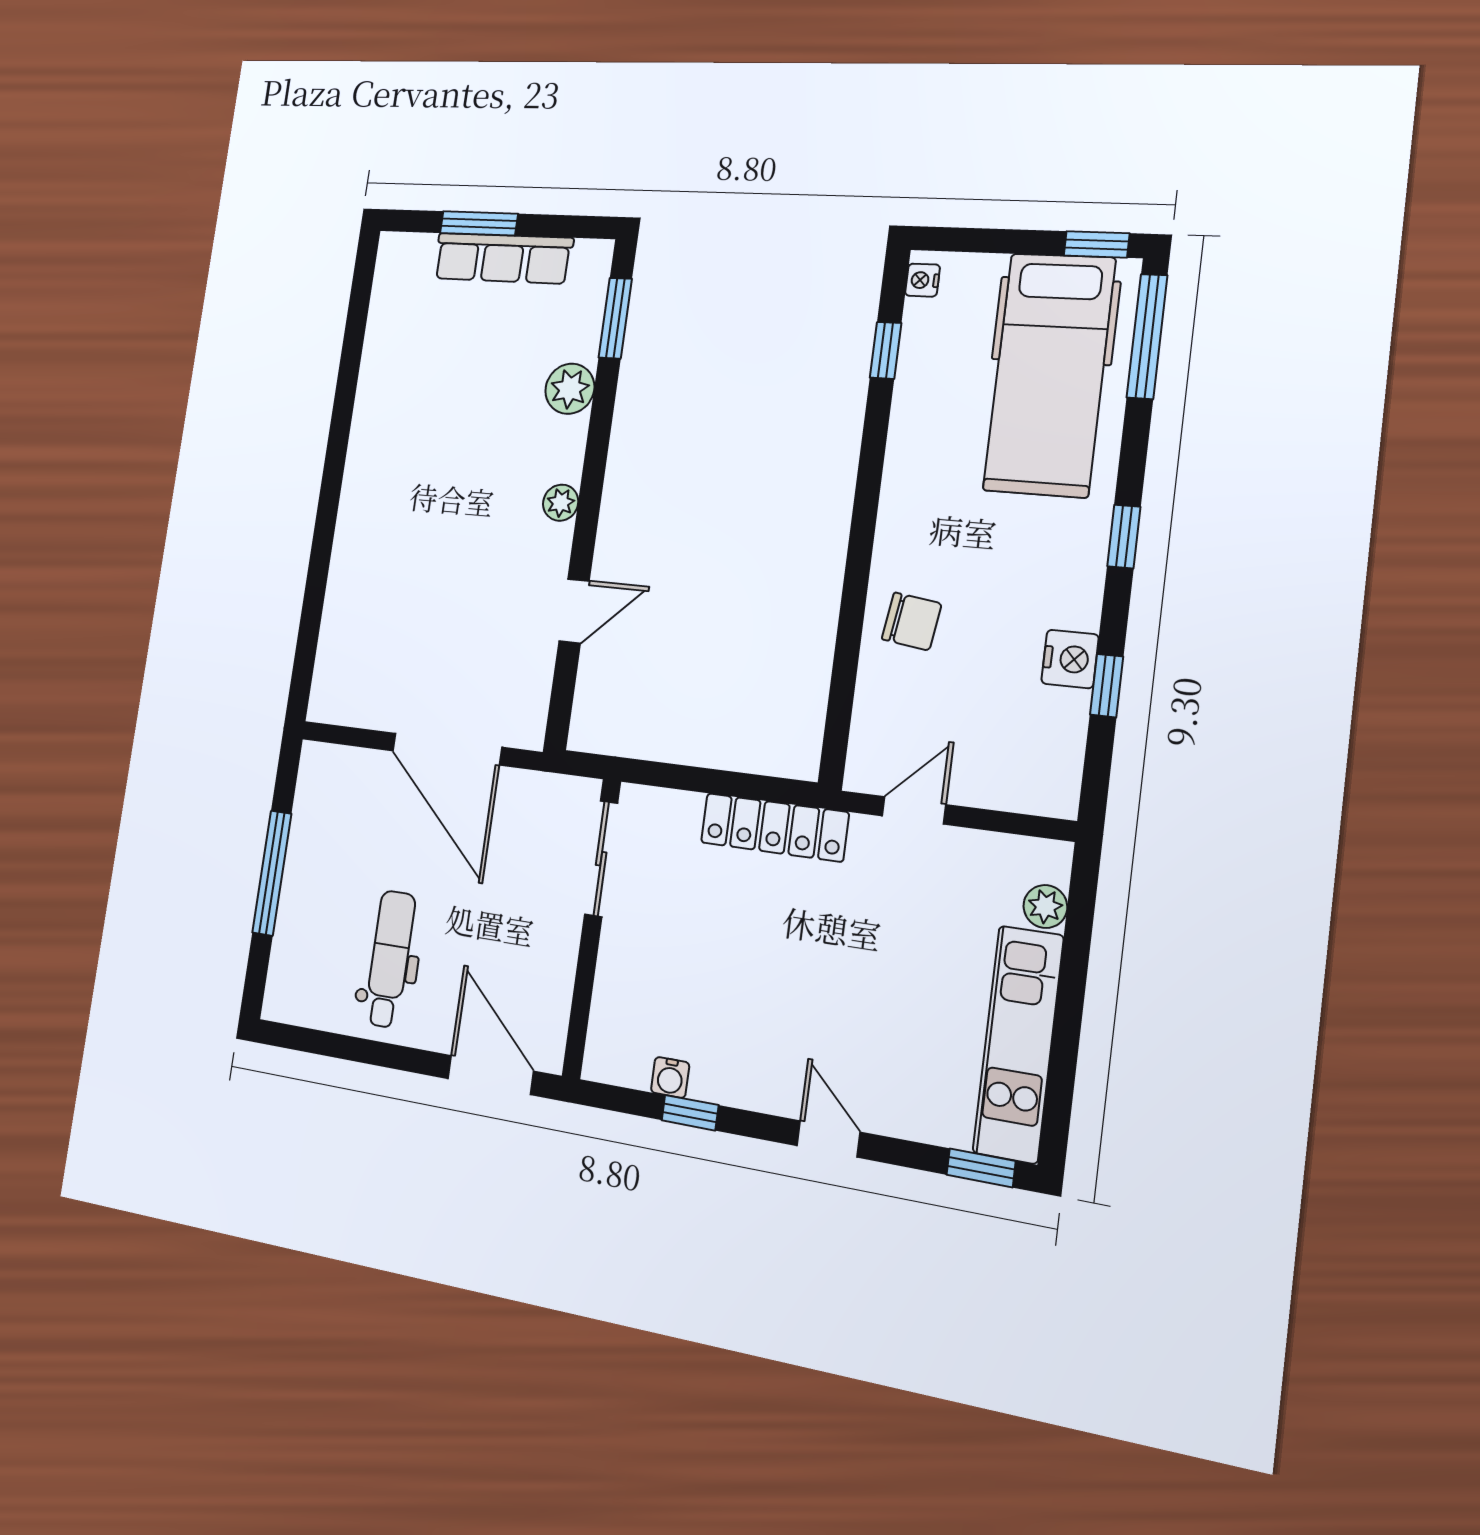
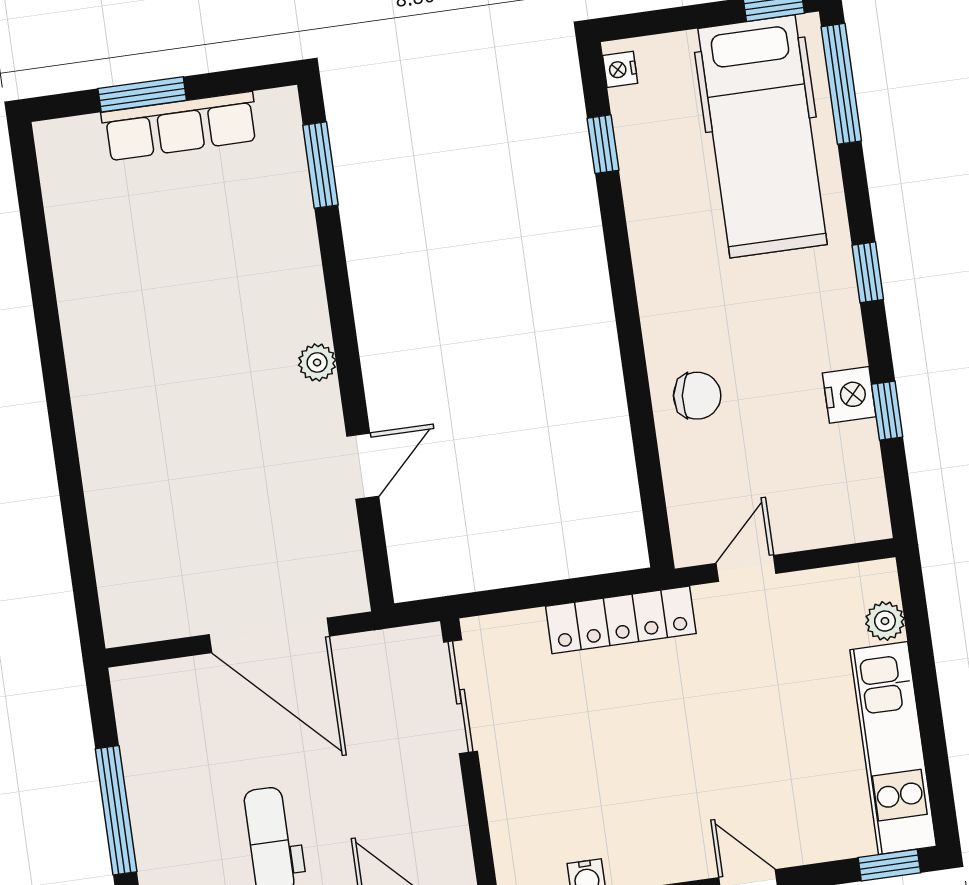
plant: (570, 389) -> (293, 246), removed

